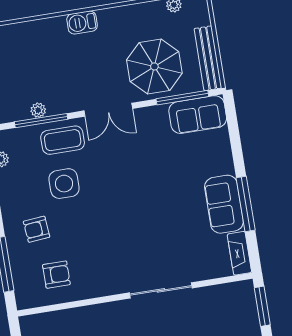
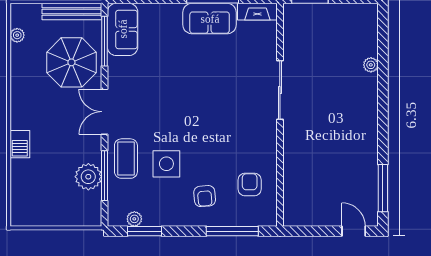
barbecue: (82, 23) -> (20, 144), moved
plant: (38, 110) -> (88, 177), width x1.88, depth x1.88
double door: (108, 110) -> (105, 112), swing flipped

